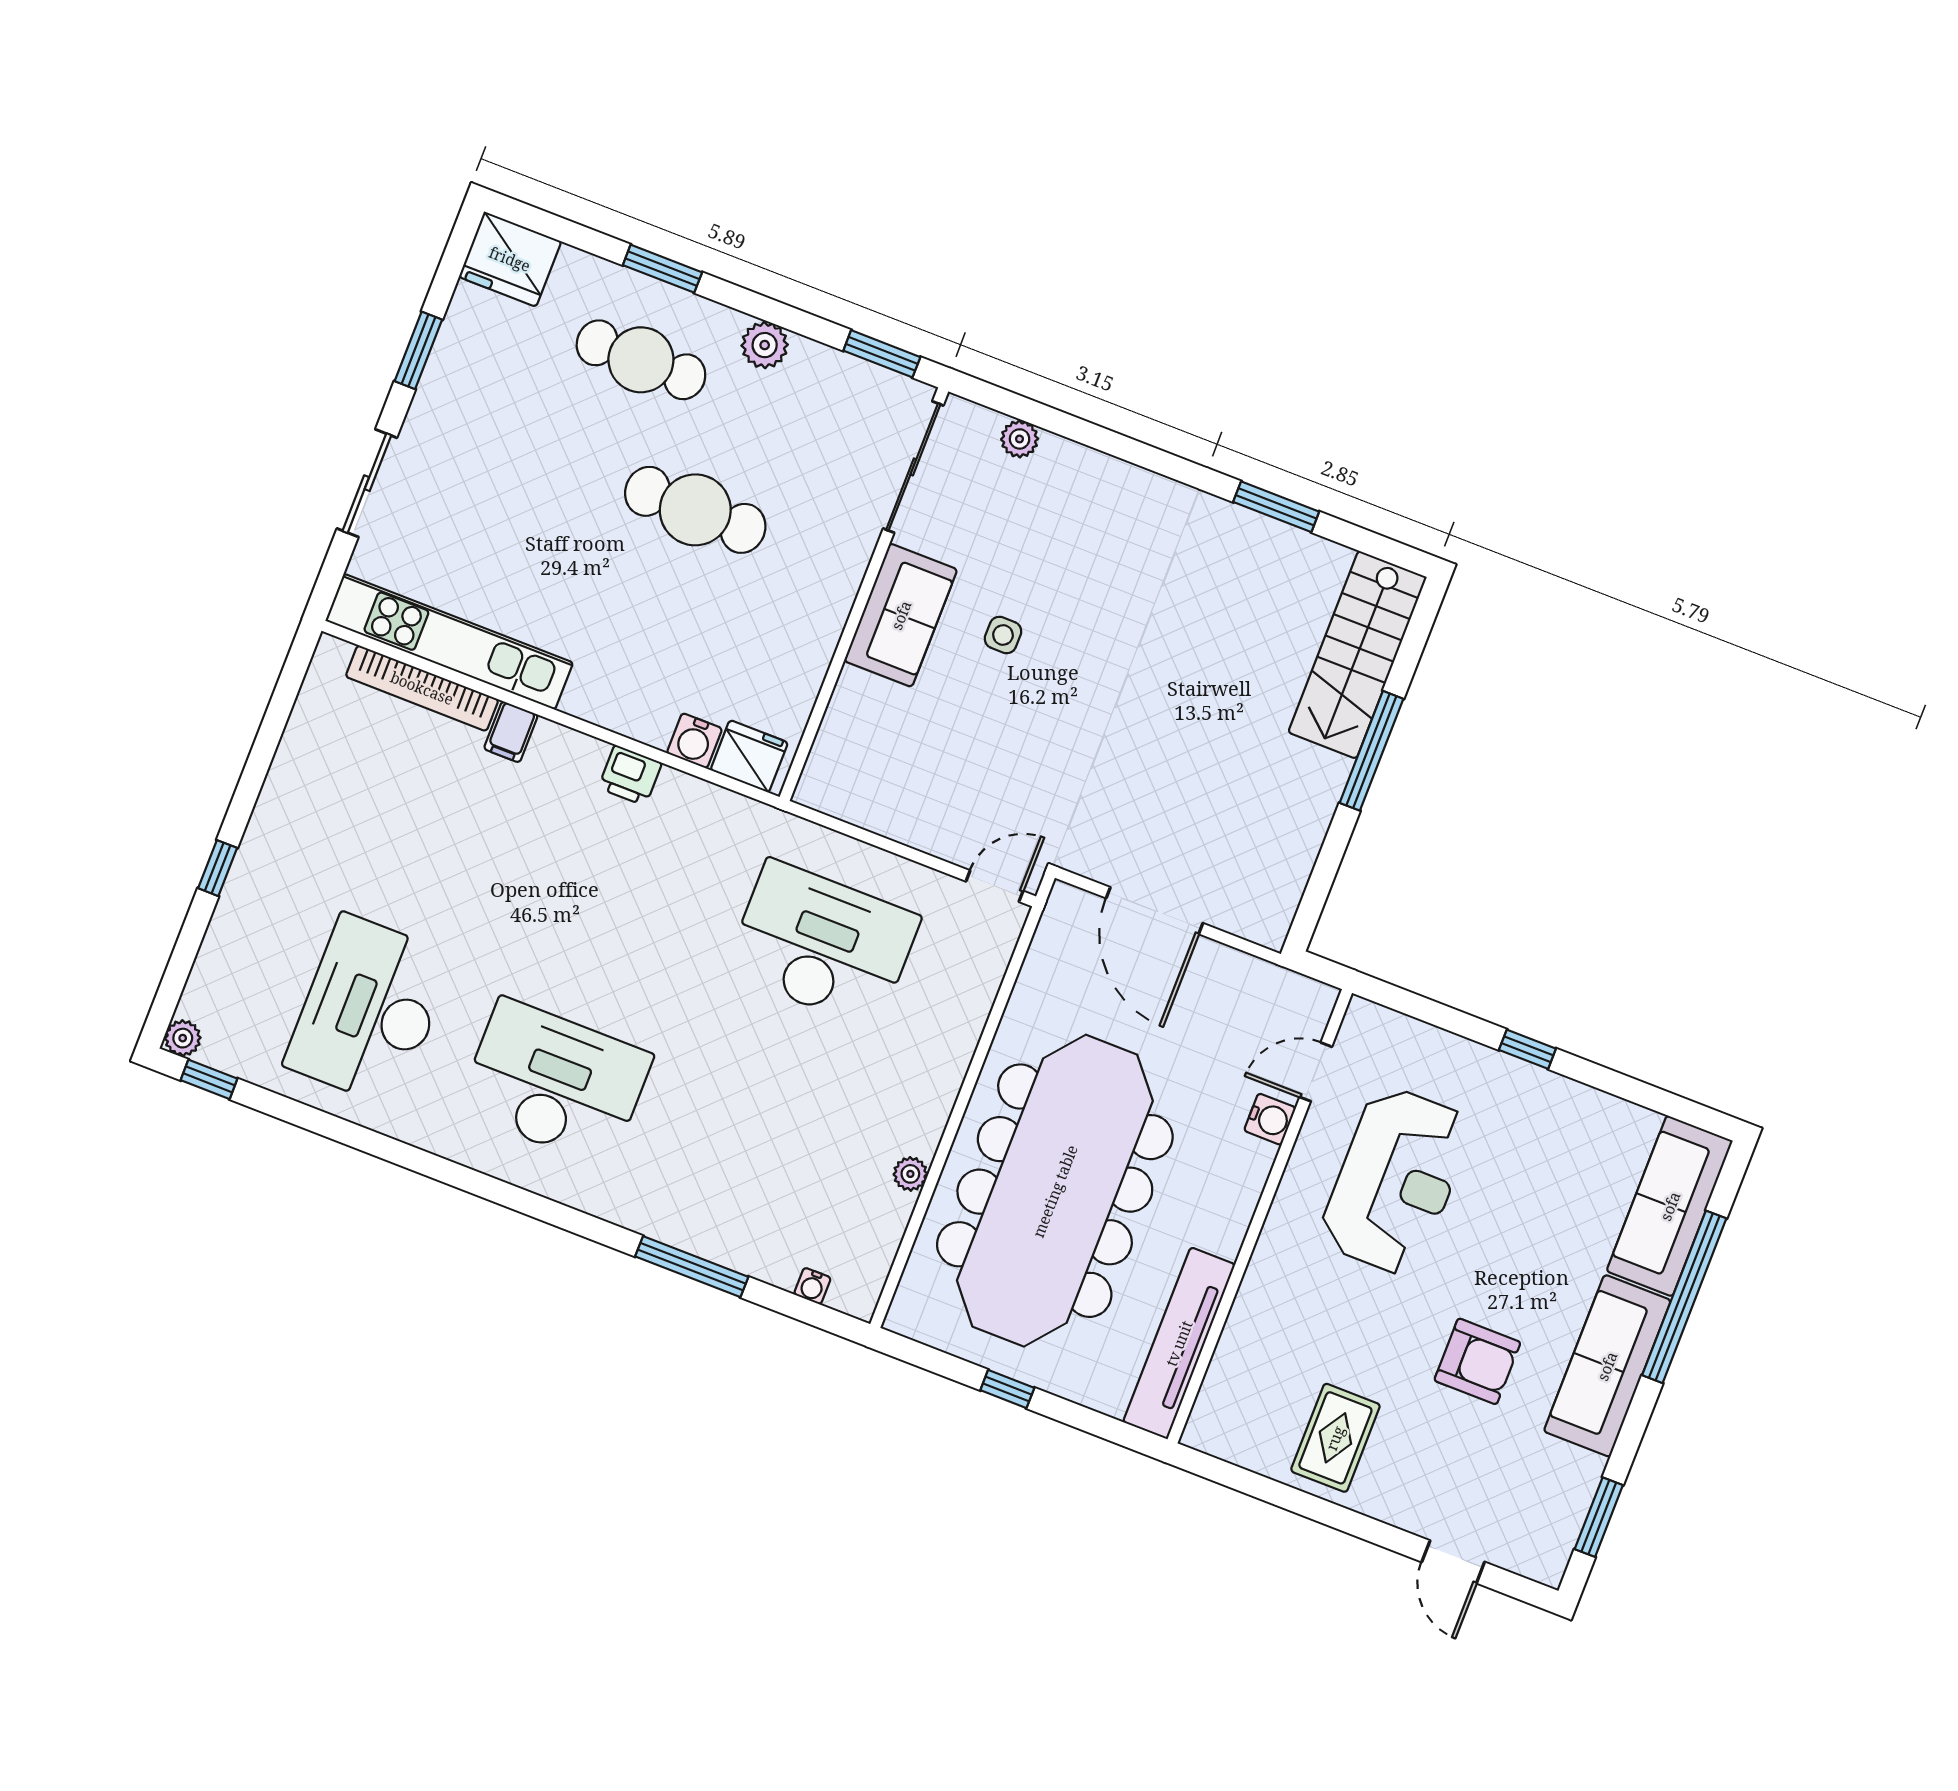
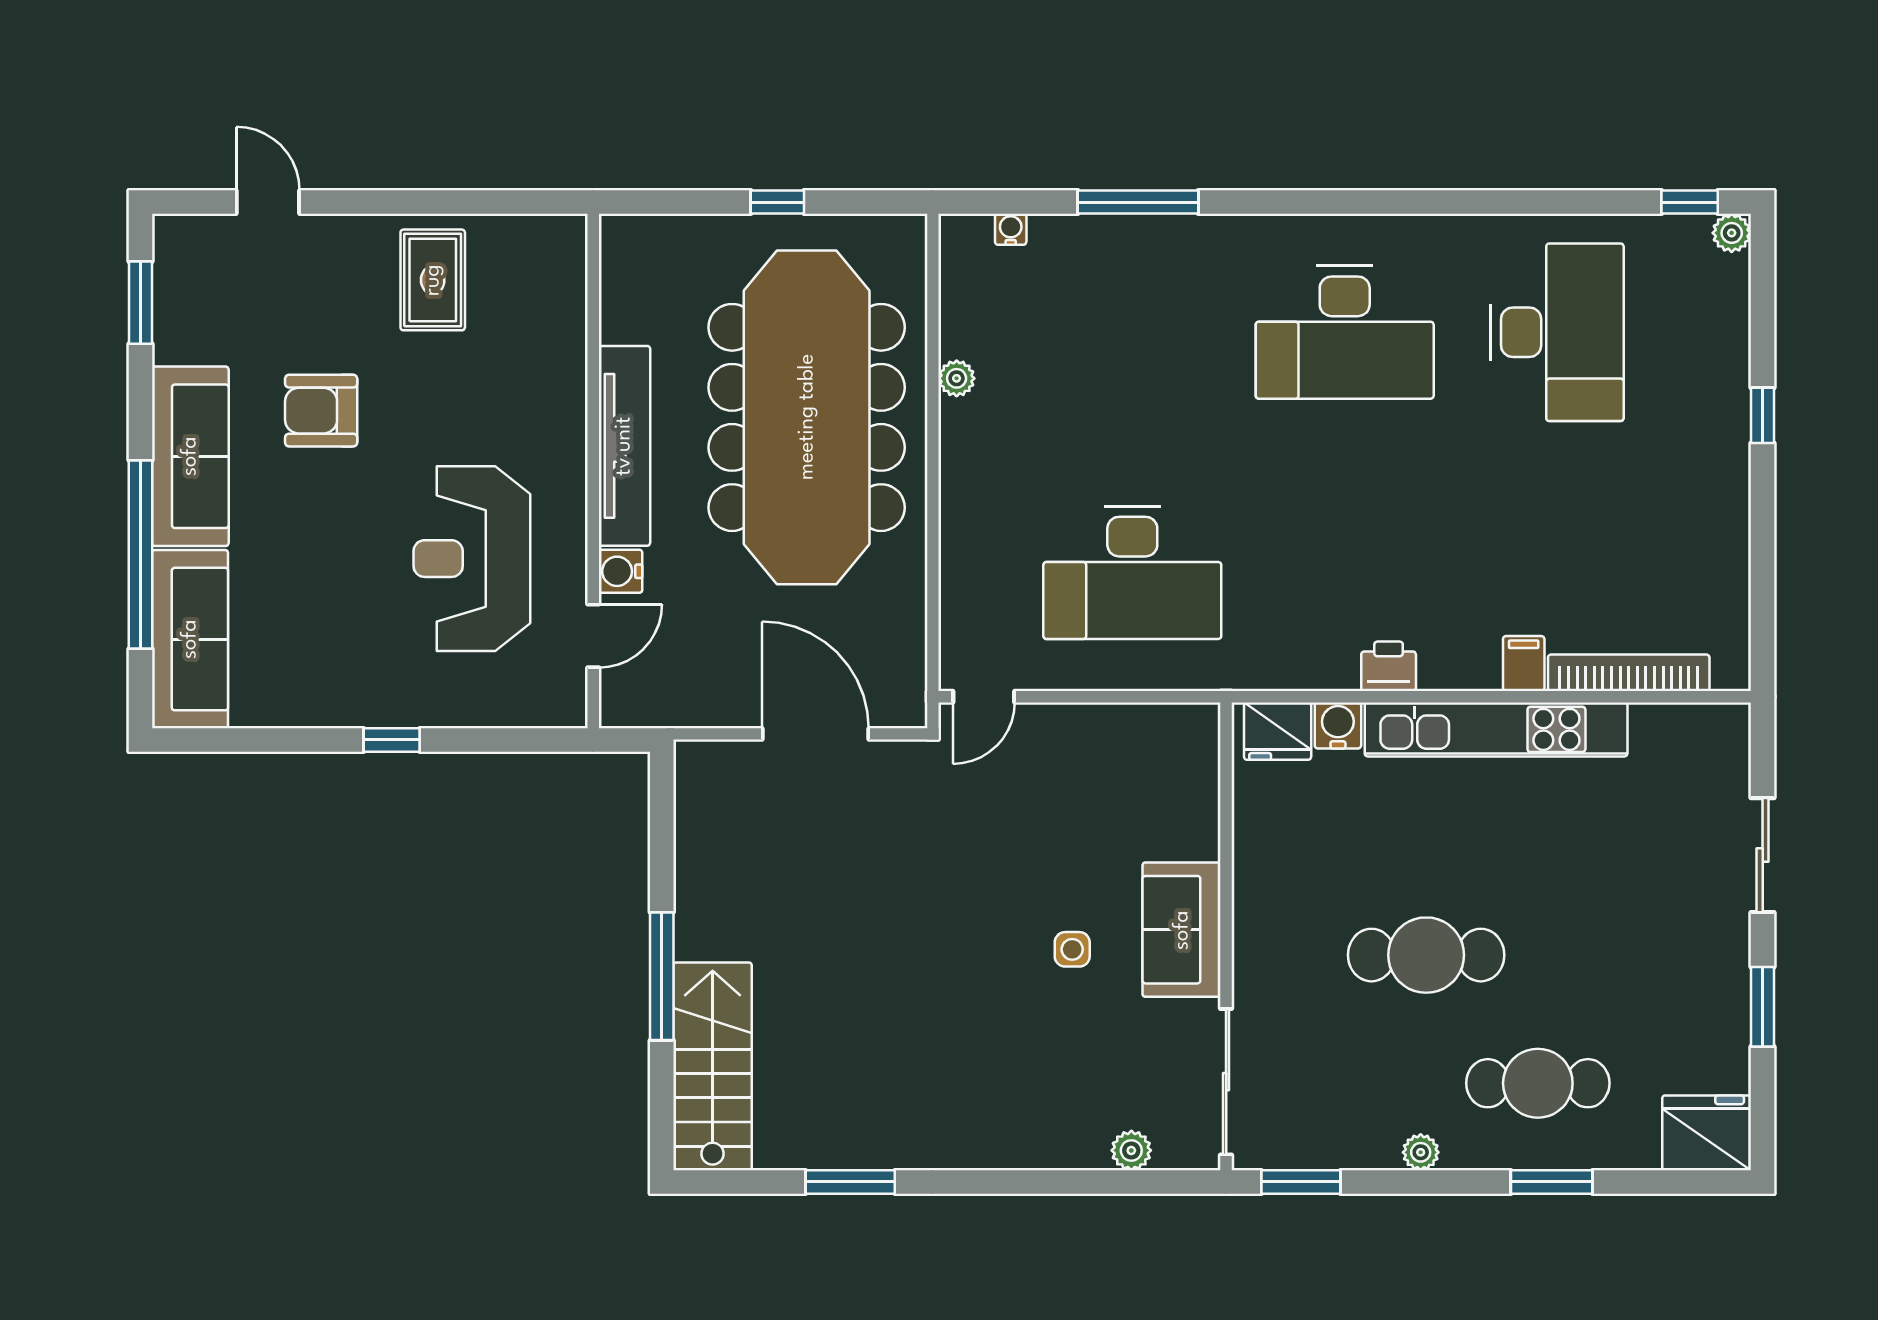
plant: (765, 345) -> (1421, 1152), width x0.73, depth x0.73
kitchen unit: (449, 642) -> (1496, 729), moved
tv unit: (1179, 1343) -> (624, 446), moved

